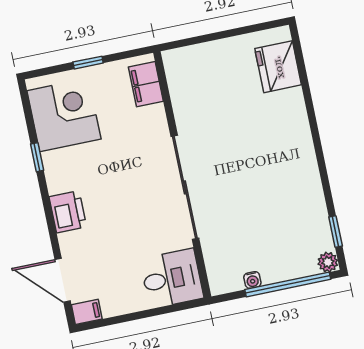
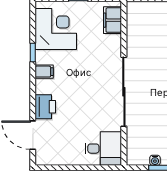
printer: (68, 212) -> (45, 107), moved
filing cabinet: (87, 312) -> (44, 72), moved

